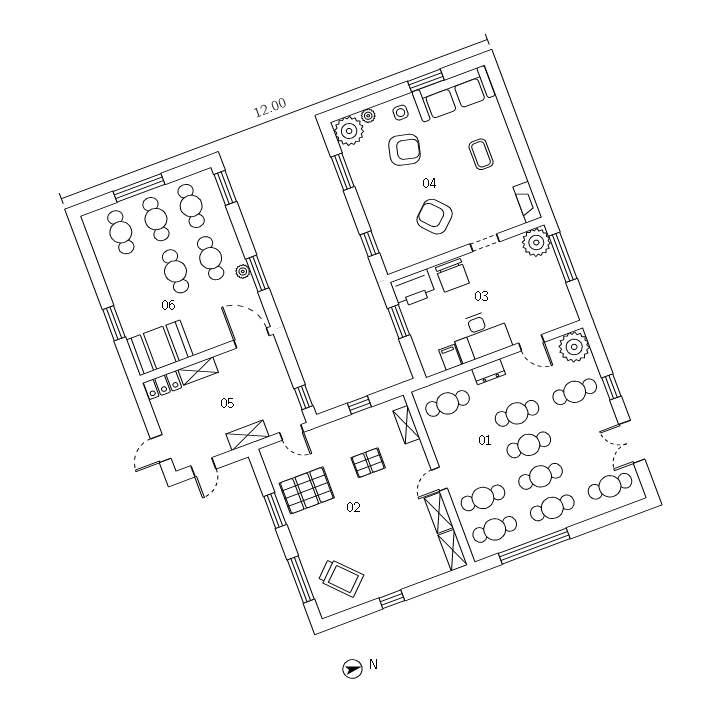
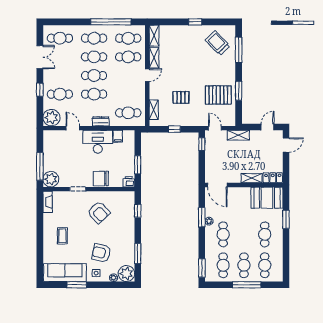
cafe table: (175, 271) -> (265, 234), moved
chair: (452, 275) -> (101, 178), turned -90
printer: (413, 288) -> (129, 182), width x0.53, depth x0.68

